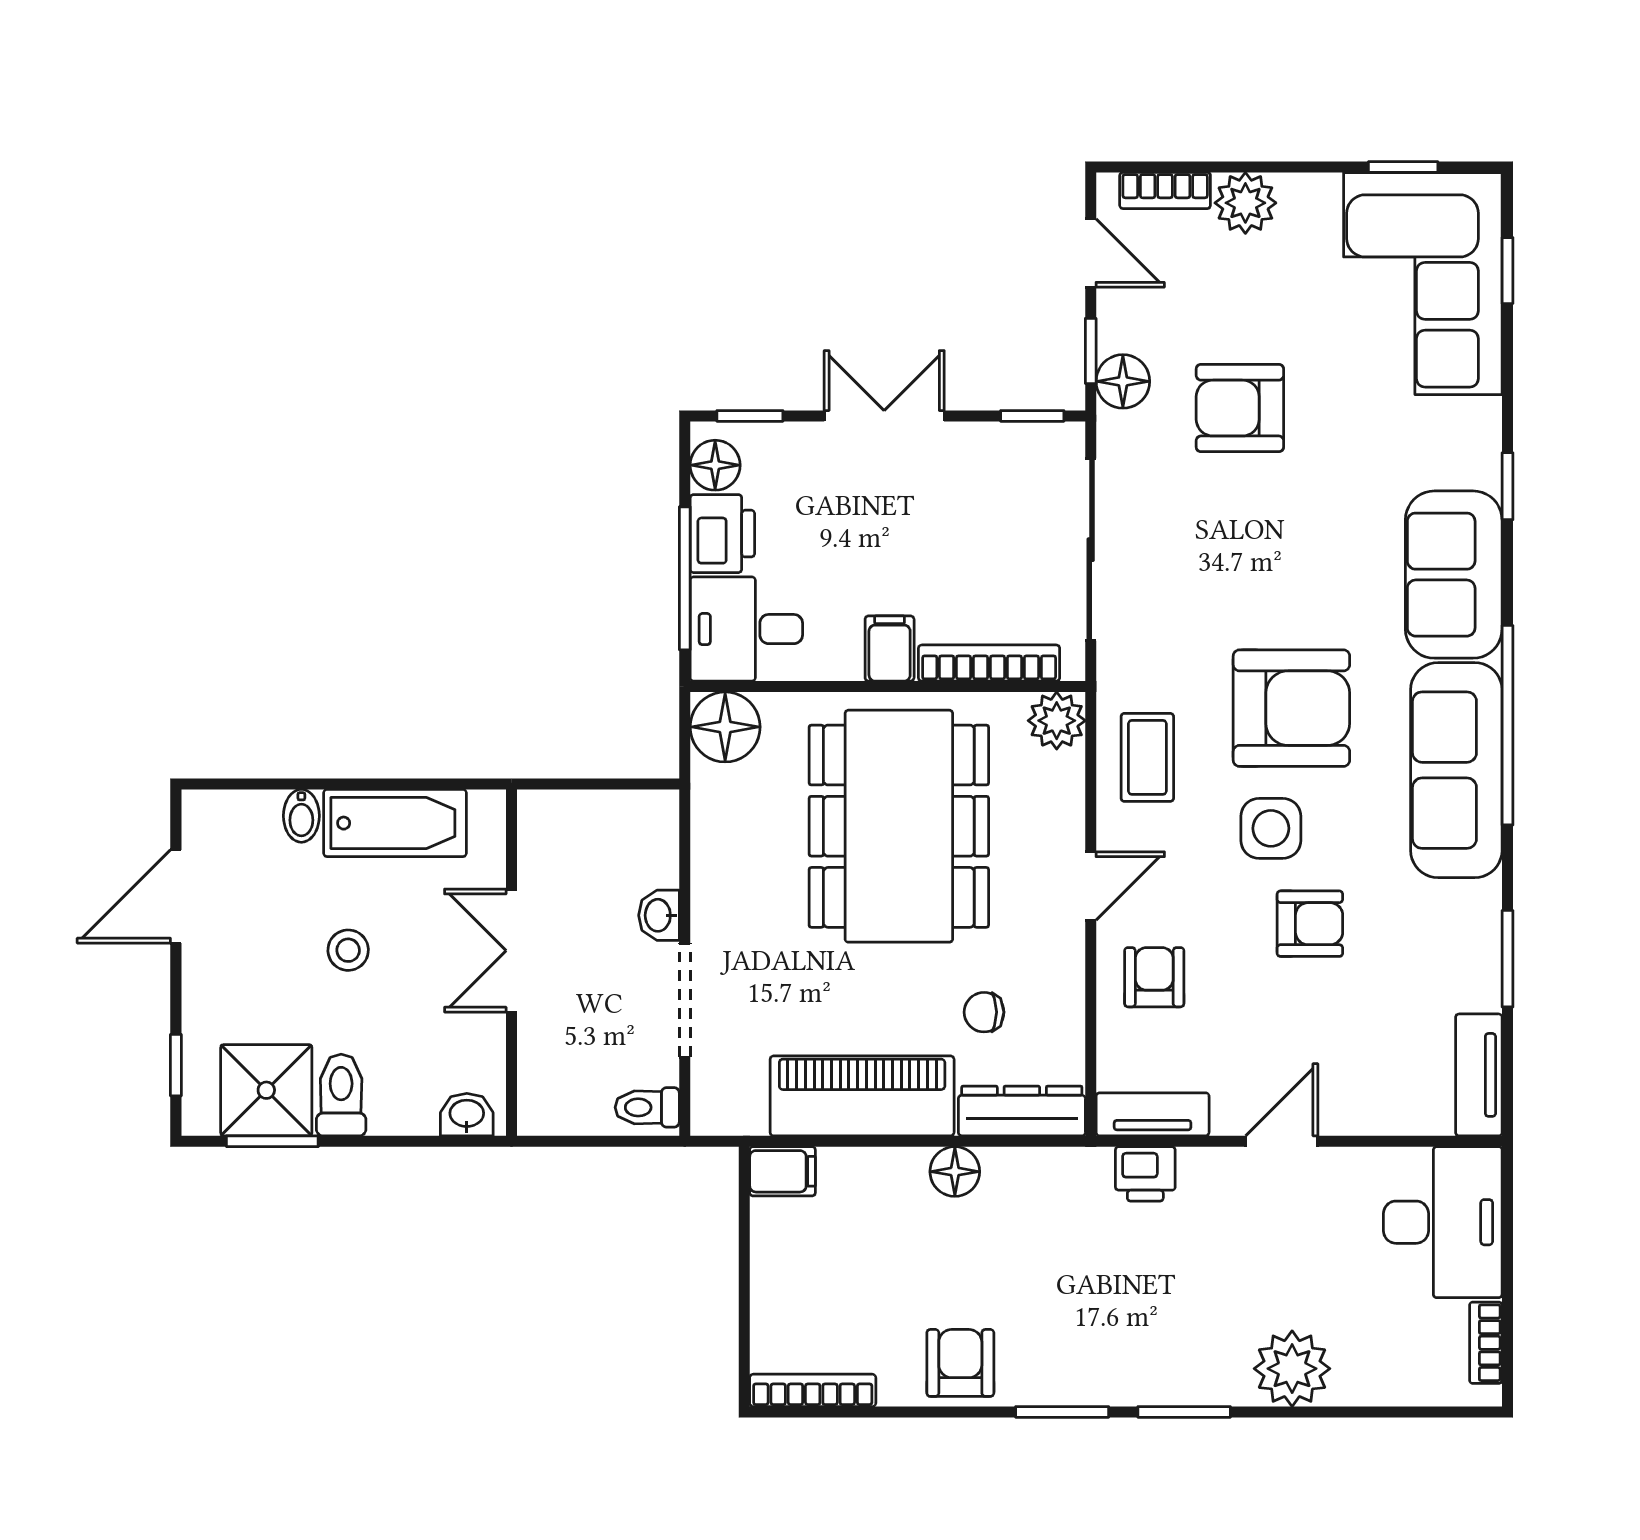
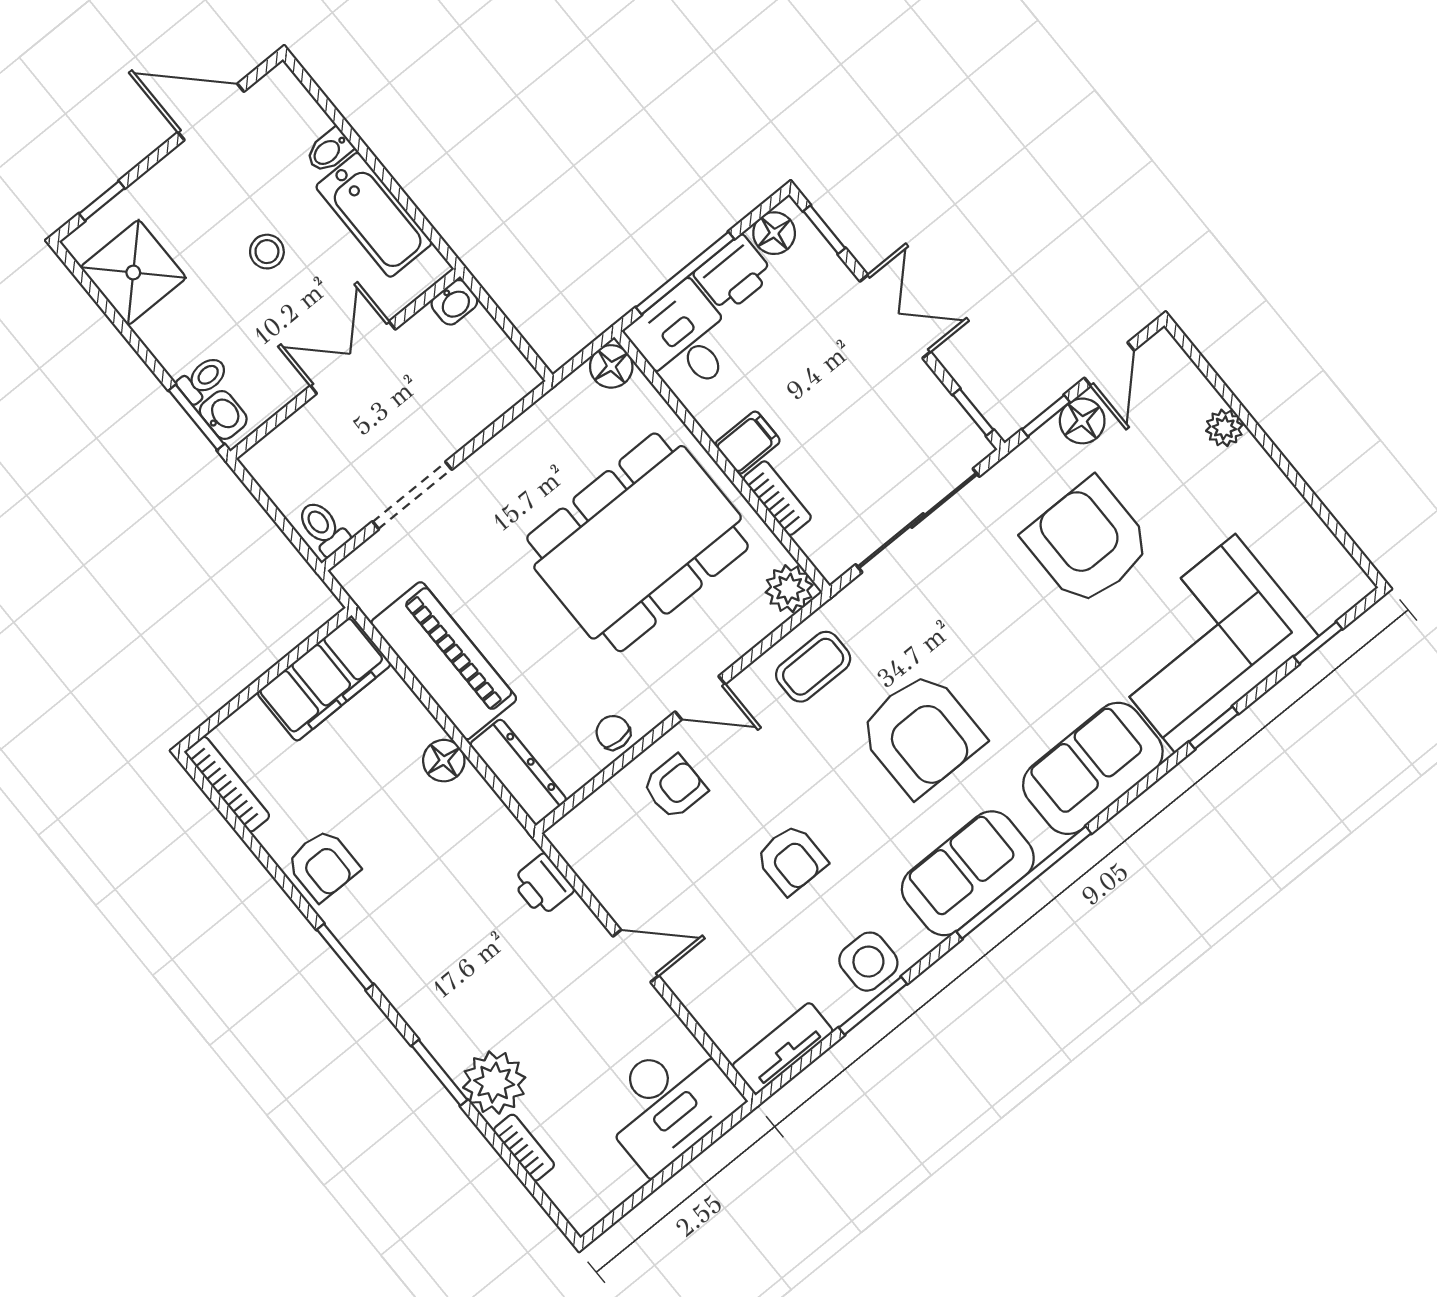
window: (1403, 167) -> (1330, 521), removed
bookcase: (1165, 190) -> (1189, 379), removed
plant: (1245, 203) -> (1224, 428), width x0.73, depth x0.73
corner sofa: (1423, 284) -> (1205, 643), moved
floor lamp: (1123, 381) -> (1082, 421), moved
armchair: (1240, 408) -> (1088, 542), width x1.36, depth x1.36
window: (1508, 486) -> (1214, 728), moved
bookcase: (989, 663) -> (777, 498), width x0.64
floor lamp: (725, 727) -> (611, 366), width x0.73, depth x0.73
sofa: (1456, 770) -> (968, 873), width x0.73
side table: (1271, 828) -> (868, 962), moved
washbasin: (659, 915) -> (454, 302), moved, turned 180
chair: (984, 1012) -> (613, 732), moved
toilet: (341, 1095) -> (203, 379), moved, width x0.73, depth x0.72
tv unit: (1153, 1114) -> (585, 858), removed
window: (272, 1141) -> (196, 417), moved
filing cabinet: (783, 1171) -> (324, 679), width x3.00, depth x1.17
bookcase: (1486, 1343) -> (524, 1148), moved, turned 90
armchair: (960, 1363) -> (323, 865), turned 90
window: (1184, 1412) -> (440, 1073), moved

